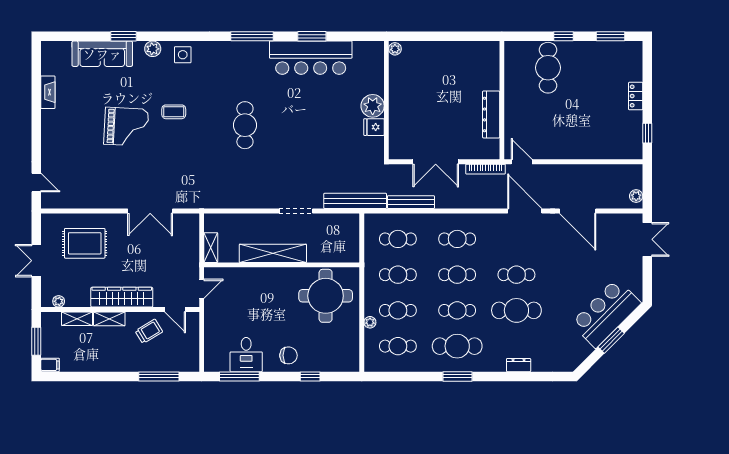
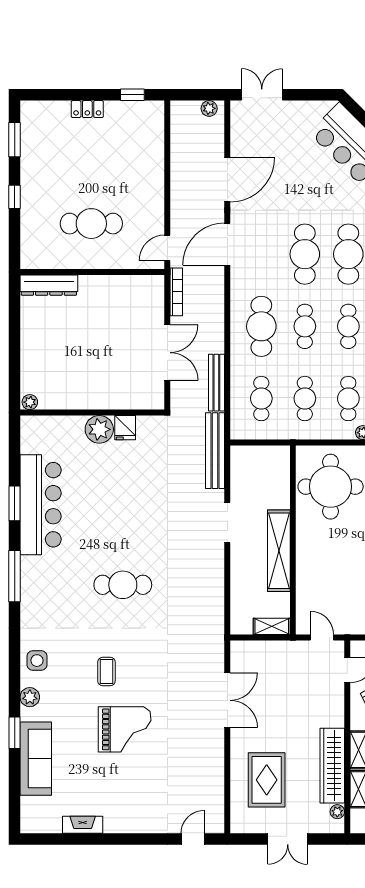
cafe table: (548, 68) -> (91, 224), moved
dresser: (491, 114) -> (49, 285), moved
grand piano: (126, 127) -> (125, 729), turned 87
cafe table: (457, 239) -> (261, 326), width x1.37, depth x1.35
cafe table: (516, 275) -> (305, 254), width x1.37, depth x1.35
wardrobe: (122, 297) -> (332, 766), moved

